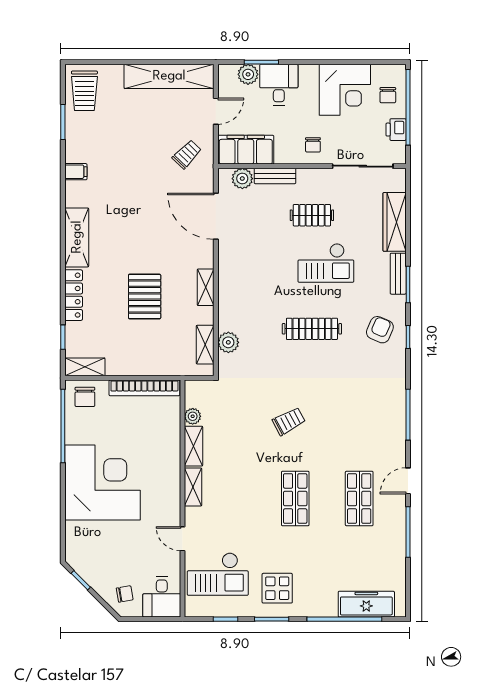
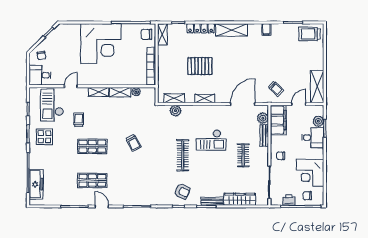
shelving: (169, 76) -> (317, 87), width x0.68
door: (216, 111) -> (299, 104), swing flipped
checkout: (326, 263) -> (211, 140), moved, turned -90
trolley: (245, 524) -> (79, 120), added

